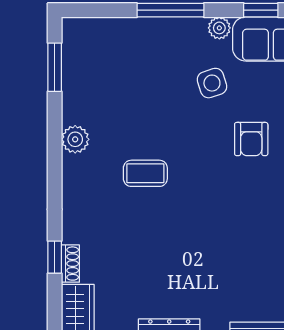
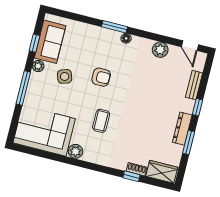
window: (55, 67) -> (37, 153), removed
corner sofa: (99, 70) -> (44, 131), added
armchair: (251, 139) -> (101, 77), moved

